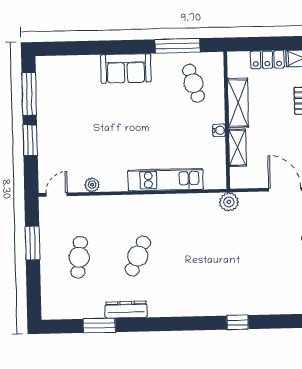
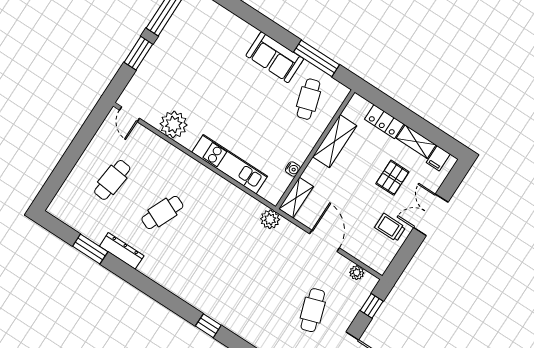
sofa: (126, 68) -> (275, 57), moved
water cooler: (219, 130) -> (293, 169), moved
shelving: (237, 148) -> (296, 198), moved
plant: (92, 185) -> (174, 124), width x1.87, depth x1.87
door: (57, 195) -> (129, 114), swing flipped
window: (33, 243) -> (81, 141), removed

